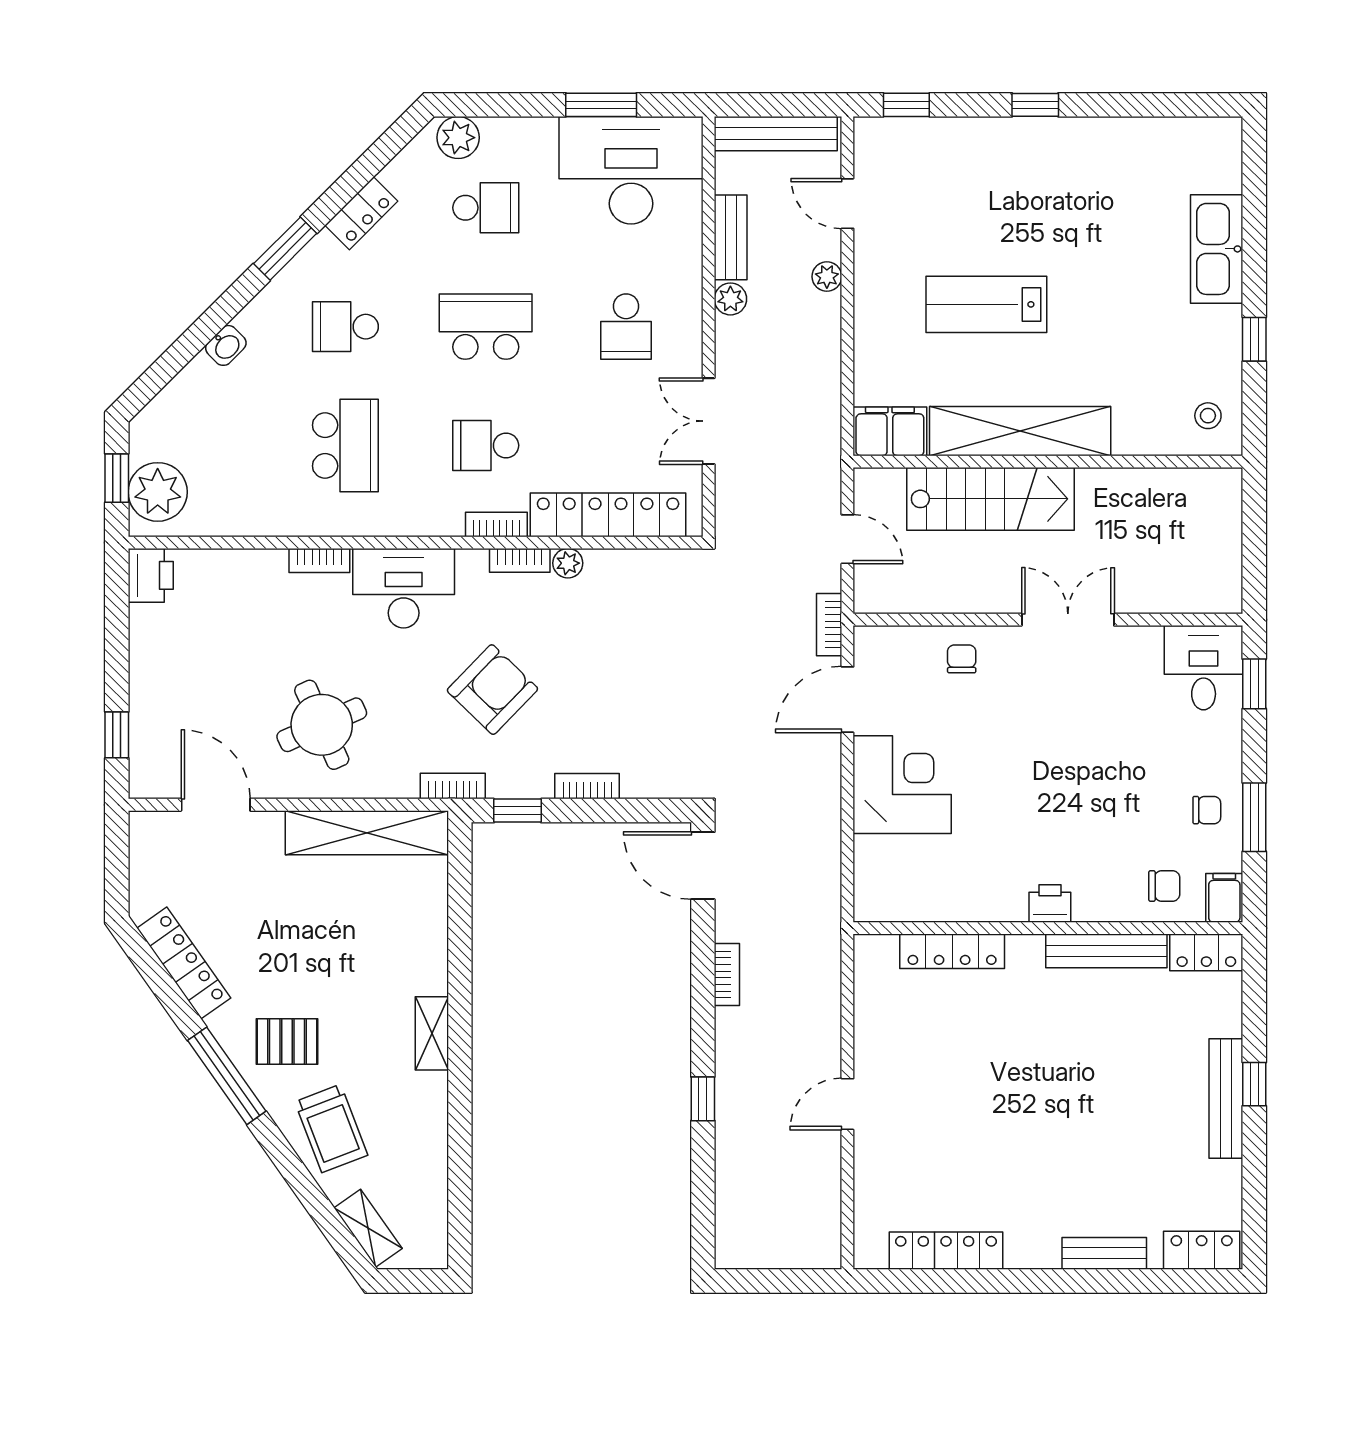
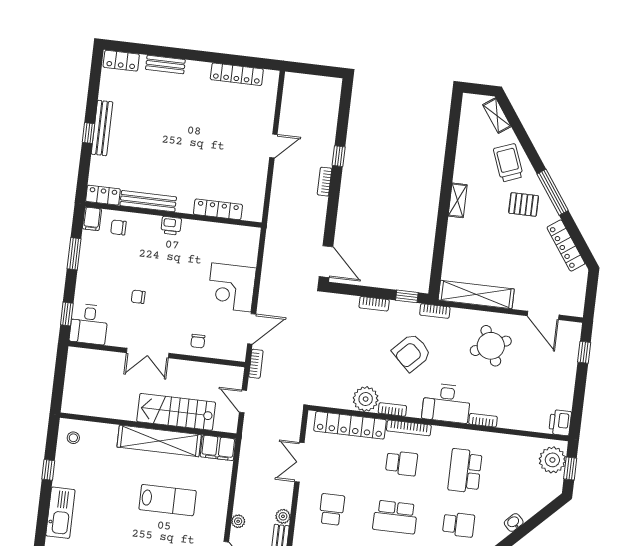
double door: (709, 421) -> (299, 462), swing flipped
bookcase: (496, 524) -> (409, 428), width x1.56
plant: (568, 563) -> (366, 399), width x1.88, depth x1.88
chair: (1207, 810) -> (138, 297), moved
bookcase: (727, 975) -> (325, 182), moved

